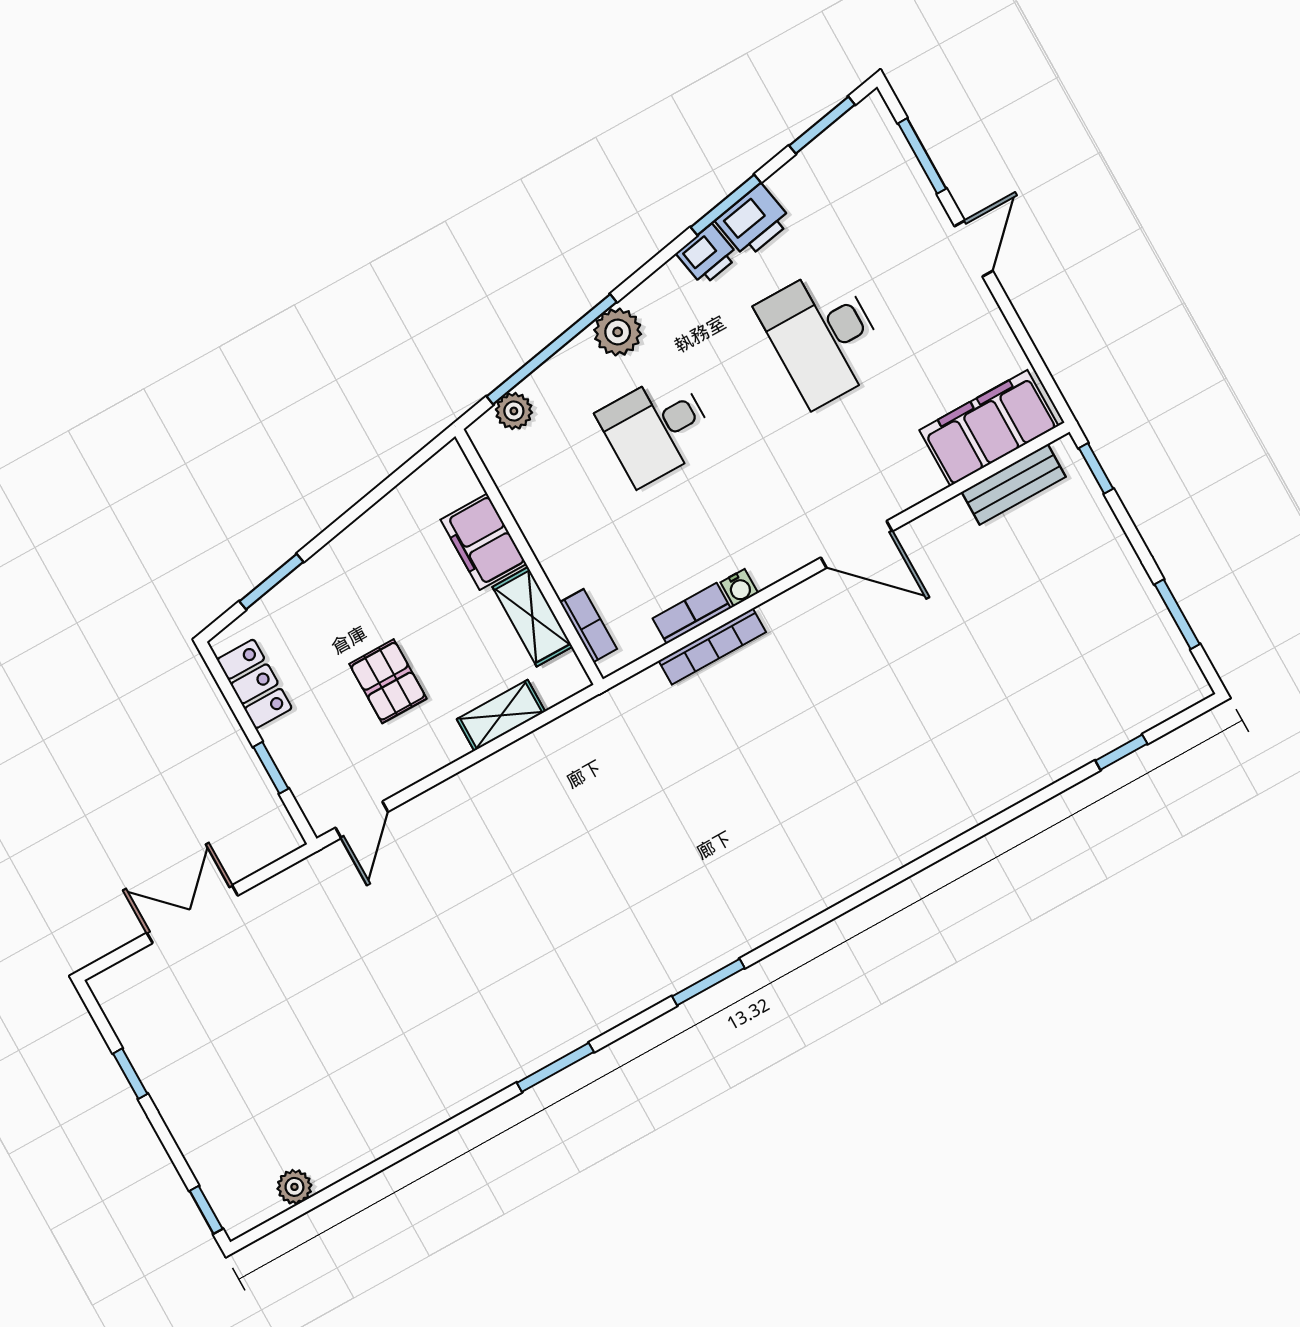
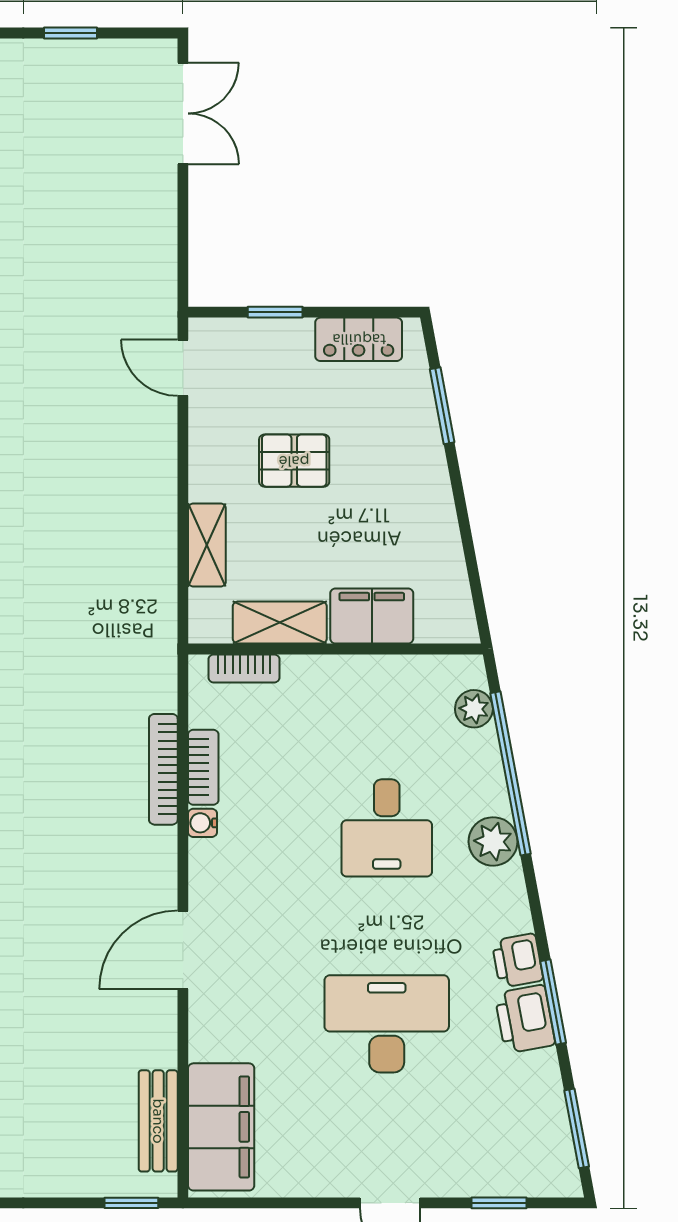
window: (922, 156) -> (499, 1203), width x0.67
desk: (657, 429) -> (387, 828), turned 180
double door: (192, 914) -> (183, 113), moved

